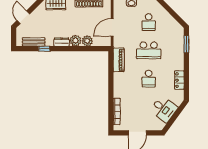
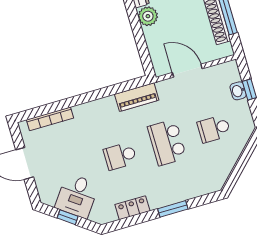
plant: (87, 41) -> (153, 36), removed
window: (186, 44) -> (173, 209), moved
window: (174, 118) -> (68, 217), added

